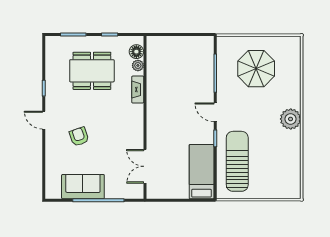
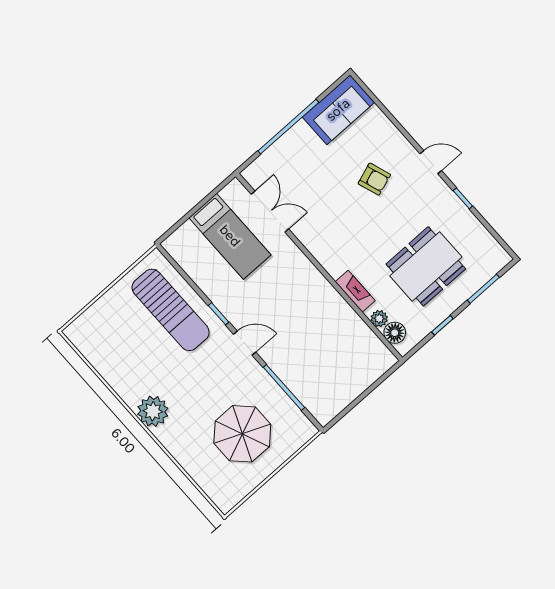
bed: (202, 172) -> (230, 236), moved
sofa: (83, 187) -> (338, 110), moved

